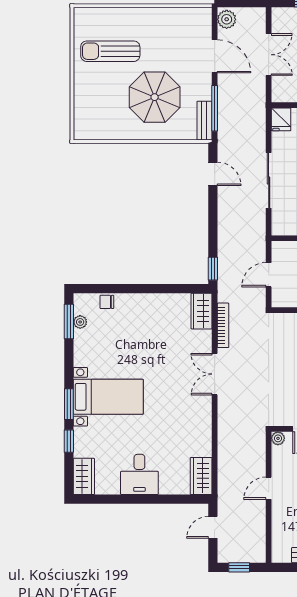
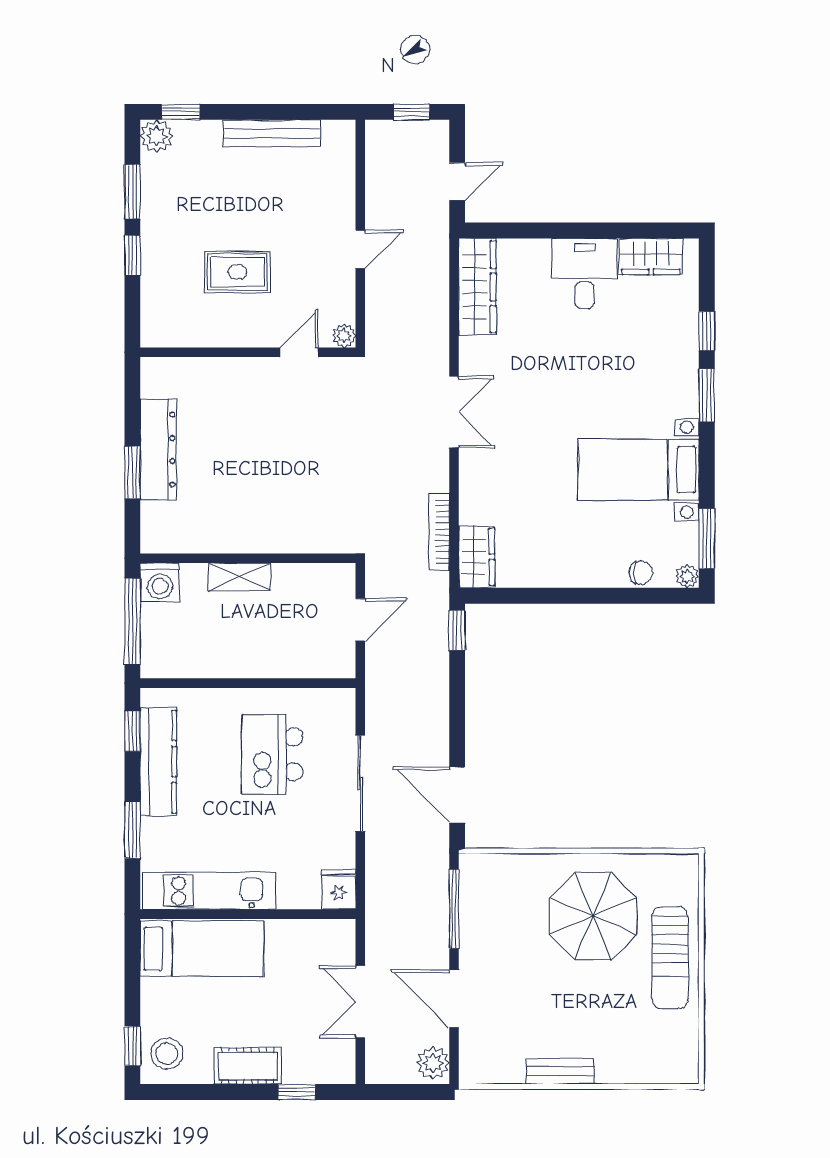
sun lounger: (110, 51) -> (670, 958), moved, turned 90
parasol: (155, 97) -> (593, 916), moved
bench: (204, 121) -> (560, 1071), moved, turned 90
door: (213, 174) -> (457, 795), width x1.38
plant: (80, 322) -> (687, 576), moved
double door: (215, 374) -> (454, 412), moved
bed with nightstands: (108, 397) -> (639, 470), moved
wardrobe: (84, 476) -> (651, 257), moved, turned -90
wardrobe: (201, 476) -> (477, 287), width x1.50

